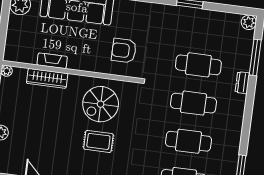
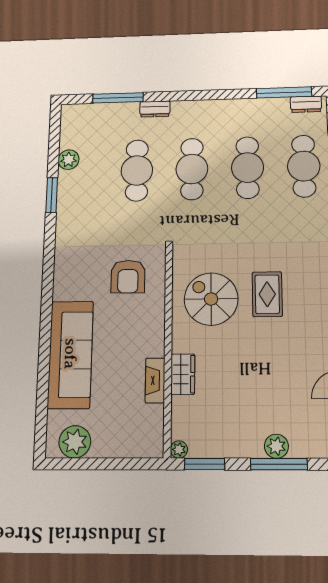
plant: (249, 22) -> (69, 160), moved
wardrobe: (47, 78) -> (183, 374), width x0.67
spiral stairs: (101, 104) -> (211, 299), turned 180

